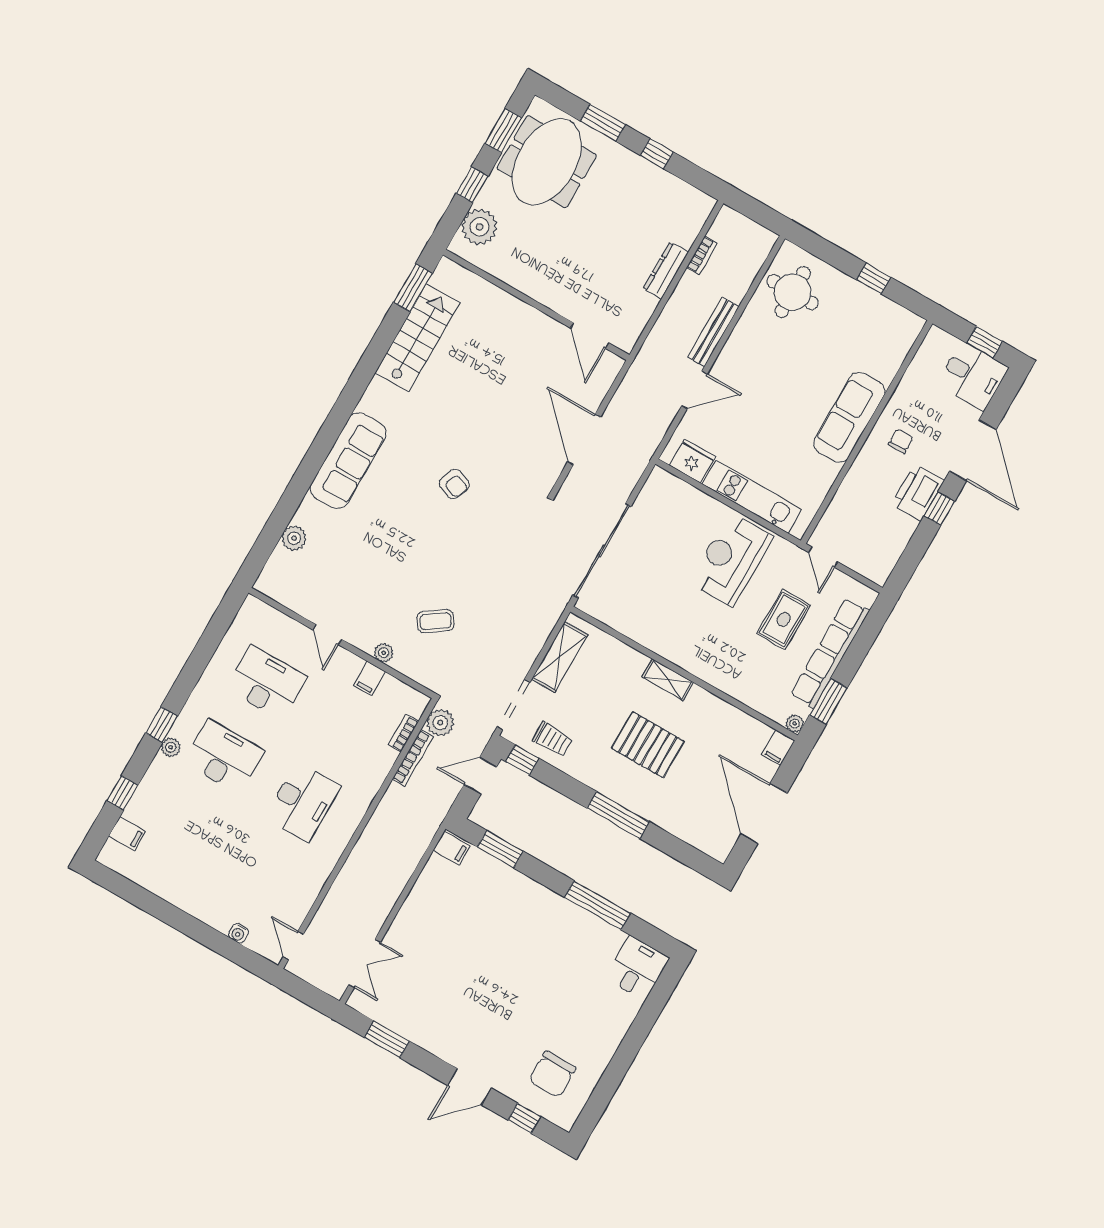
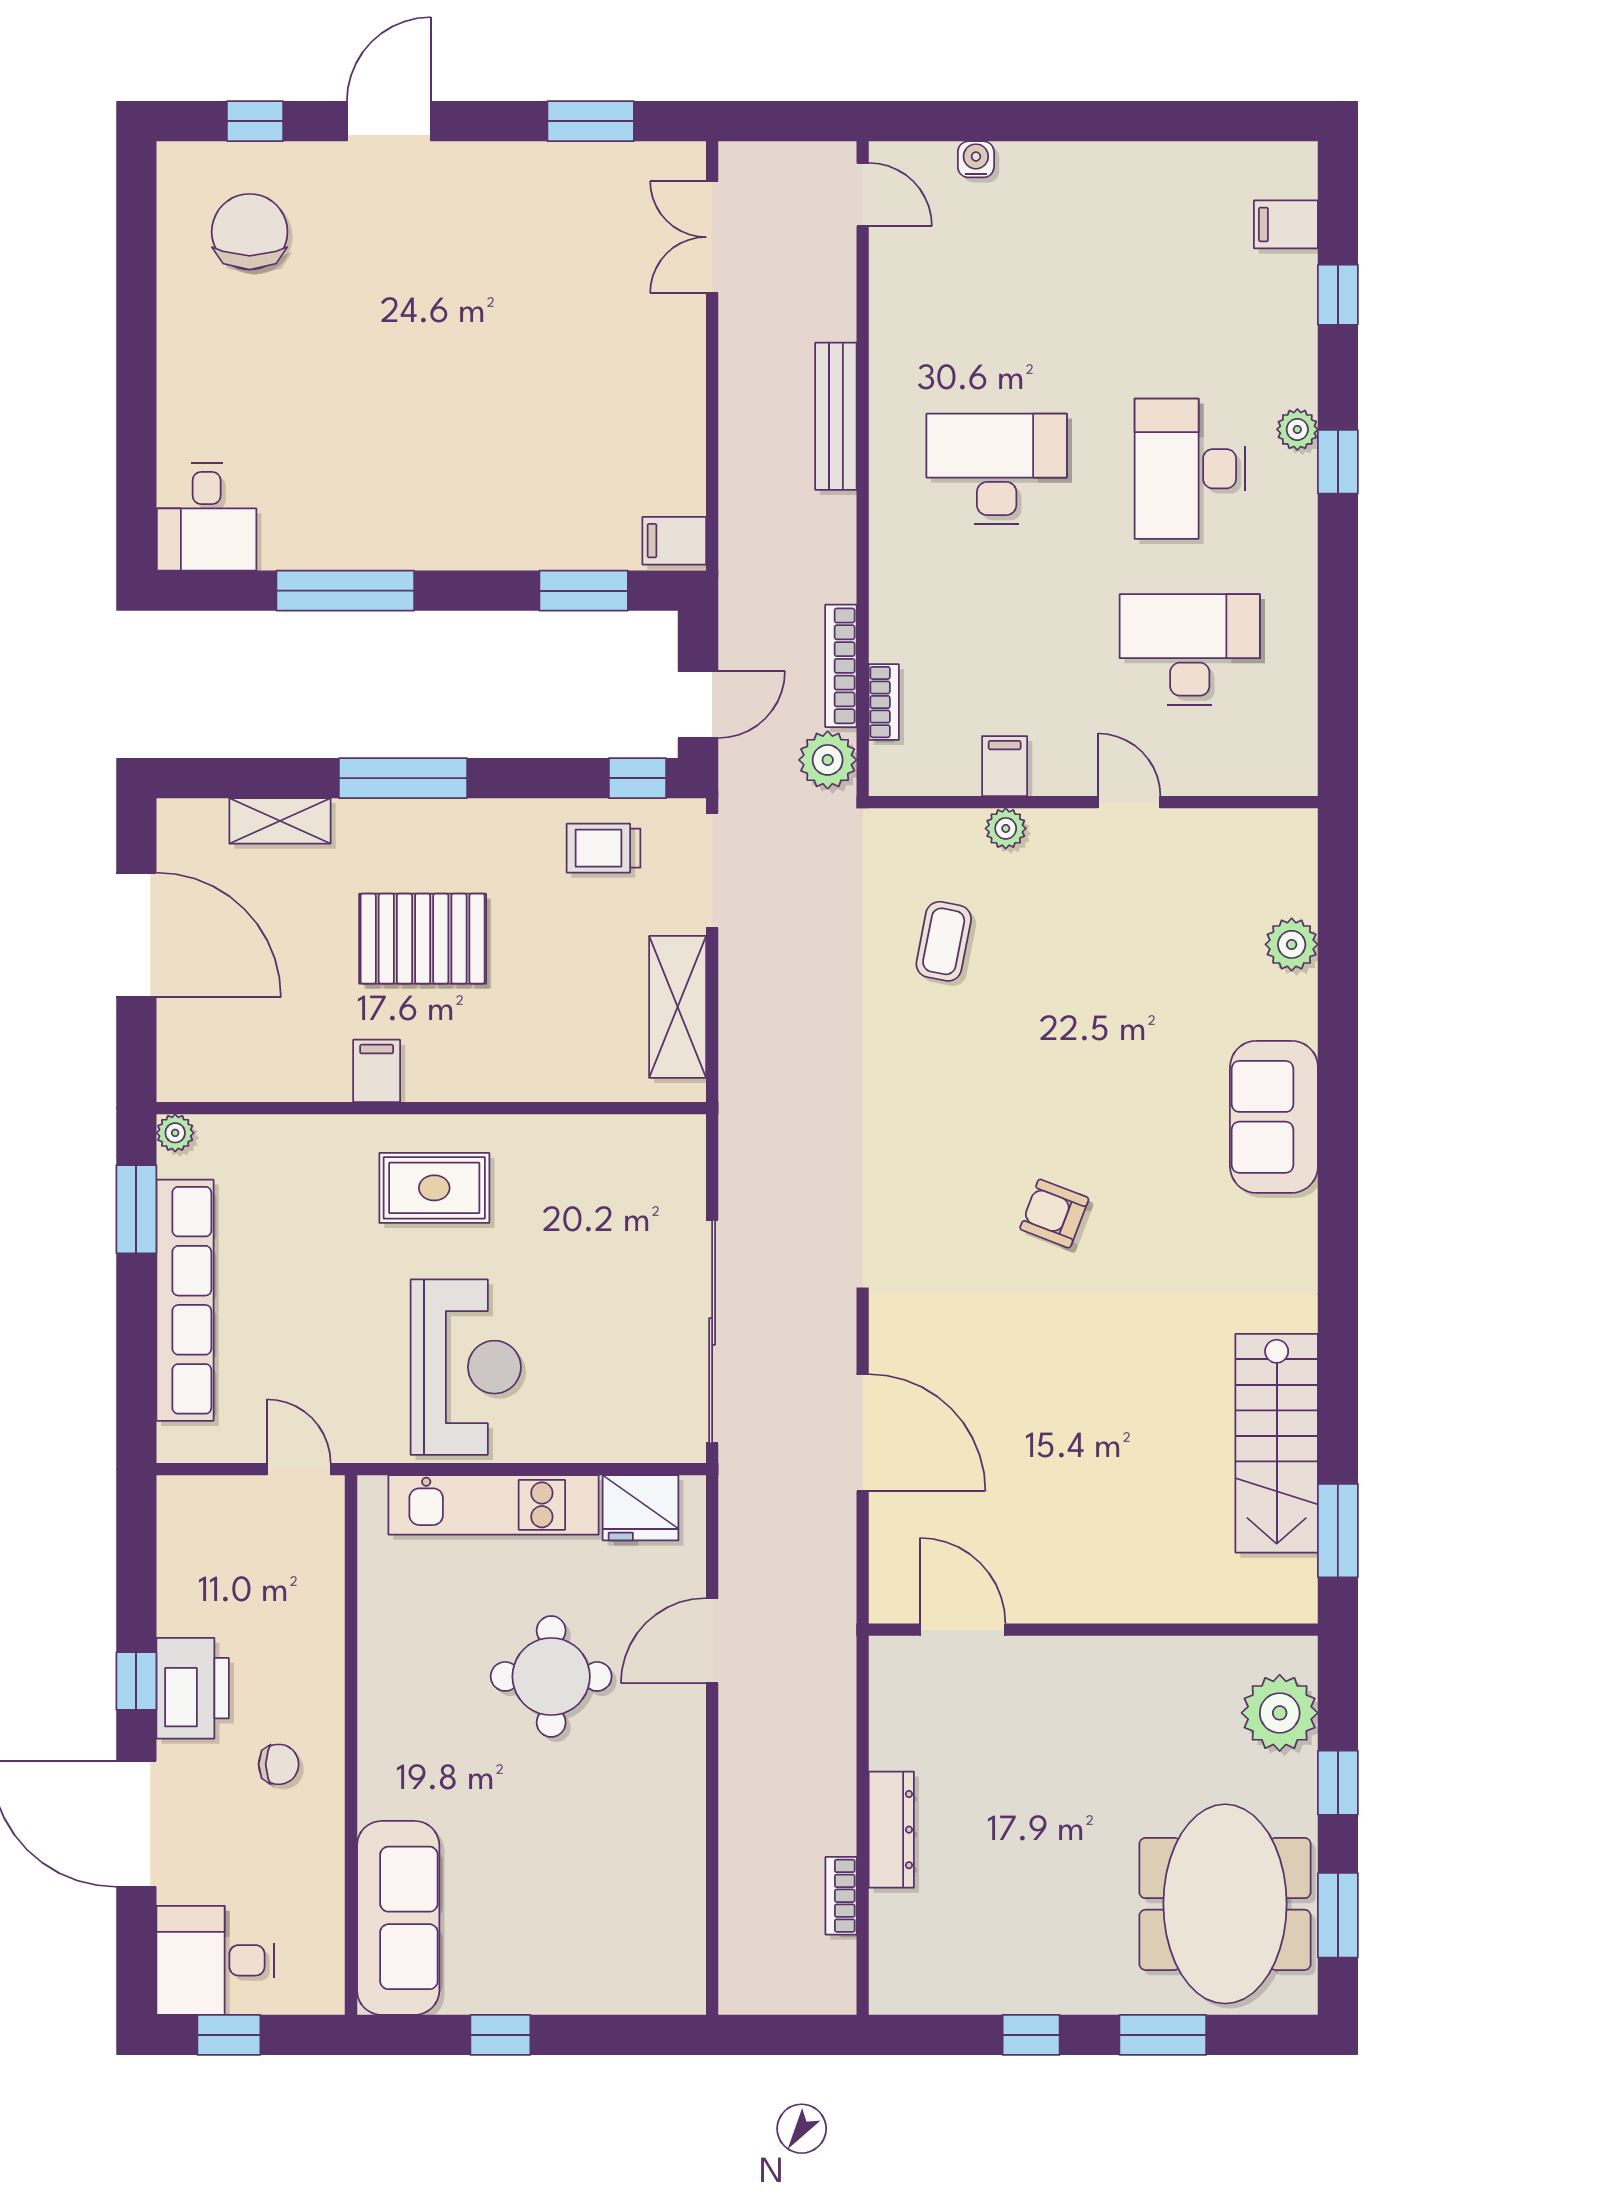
round table: (793, 292) -> (551, 1676), moved
bench: (713, 332) -> (836, 416), moved
sofa: (849, 417) -> (398, 1918), moved
chair: (901, 441) -> (279, 1764), turned -90
sofa: (348, 461) -> (1274, 1117), width x0.73
sliding door: (602, 551) -> (712, 1332), moved
rug: (784, 619) -> (434, 1188), moved, turned 90
coffee table: (436, 621) -> (944, 941), turned -44
shelving: (668, 680) -> (280, 821), moved
desk: (266, 683) -> (1190, 649), turned 180
filing cabinet: (778, 748) -> (377, 1071), moved
desk: (224, 757) -> (1190, 469), turned 90
desk: (303, 802) -> (997, 469), turned 90

